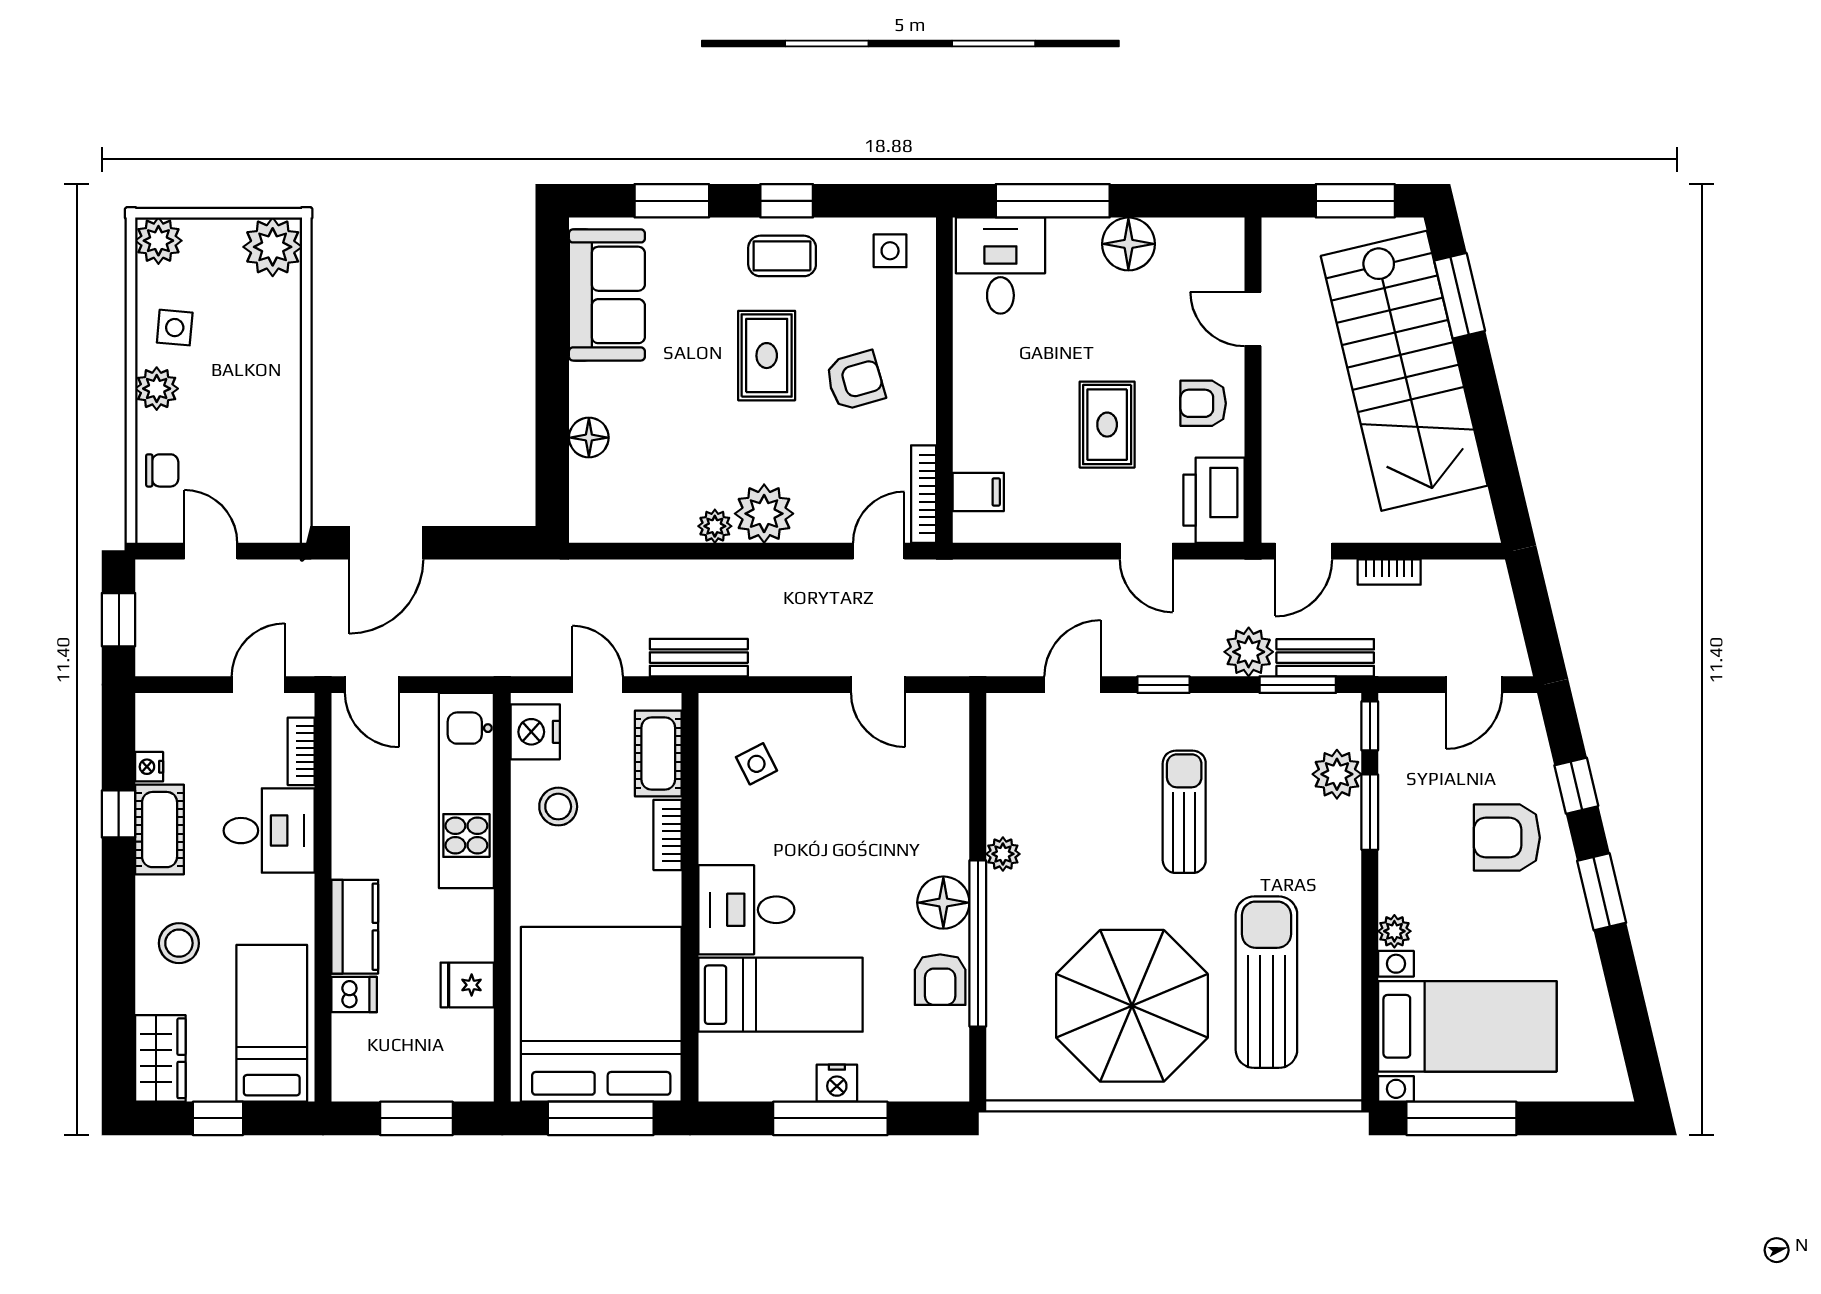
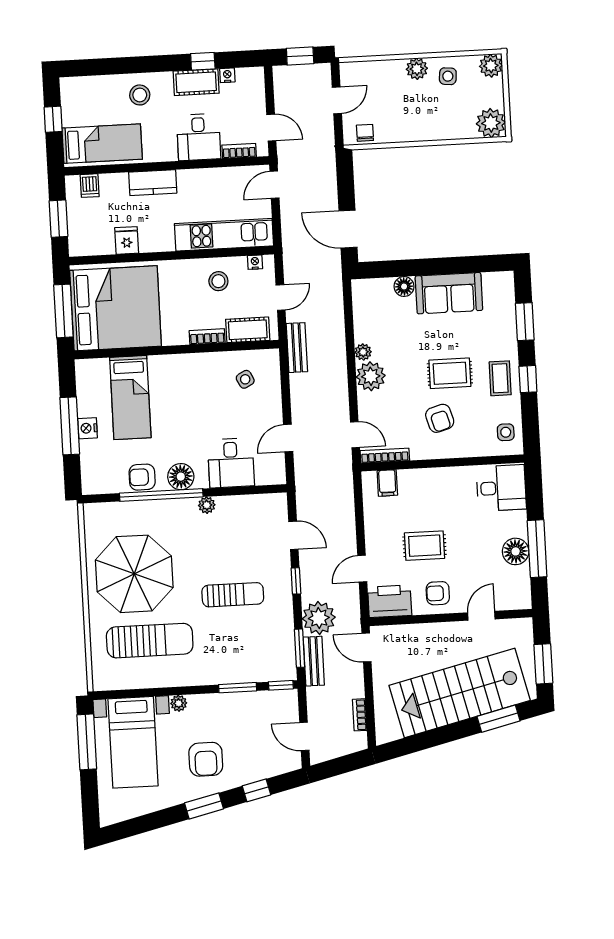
window: (1053, 201) -> (537, 549), moved
sofa: (607, 295) -> (449, 293), moved
armchair: (1203, 403) -> (438, 593), turned -90
chair: (162, 470) -> (365, 133), moved, turned 180
door: (386, 543) -> (348, 229), moved
bookcase: (1389, 572) -> (360, 715), moved
plant: (1249, 652) -> (319, 618), width x1.36, depth x1.36
nightstand: (535, 732) -> (255, 262), width x0.53, depth x0.56
plant: (1337, 774) -> (256, 670), removed
armchair: (1507, 838) -> (206, 759), moved, turned 180
desk: (746, 910) -> (231, 463), moved, turned 180
dishwasher: (354, 995) -> (90, 186), moved
wardrobe: (160, 1058) -> (82, 89), removed

